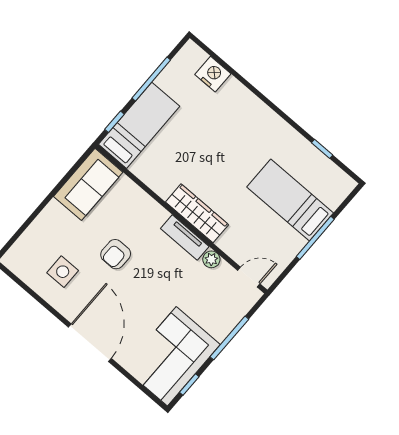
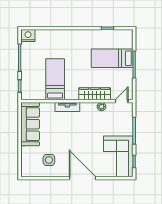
nightstand: (213, 74) -> (28, 36), moved
bed: (139, 125) -> (55, 79), moved
sofa: (88, 184) -> (30, 124), width x1.36
wardrobe: (197, 213) -> (95, 94), moved
tv unit: (185, 238) -> (67, 107), moved
armchair: (116, 254) -> (63, 136), removed

